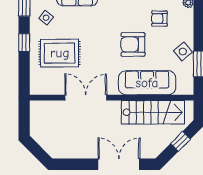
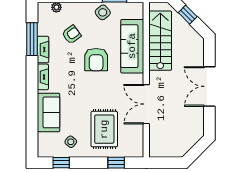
armchair: (159, 18) -> (72, 34), turned -126
window: (24, 43) -> (116, 163), moved
double door: (119, 164) -> (209, 86), moved

